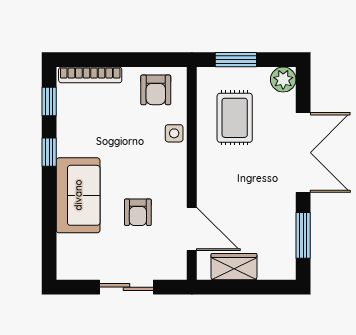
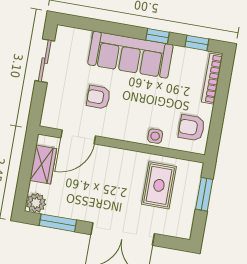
plant: (283, 80) -> (36, 203), moved
rug: (235, 118) -> (159, 185), turned 90
sofa: (78, 195) -> (130, 55), width x1.36
sliding door: (126, 287) -> (45, 61), moved

